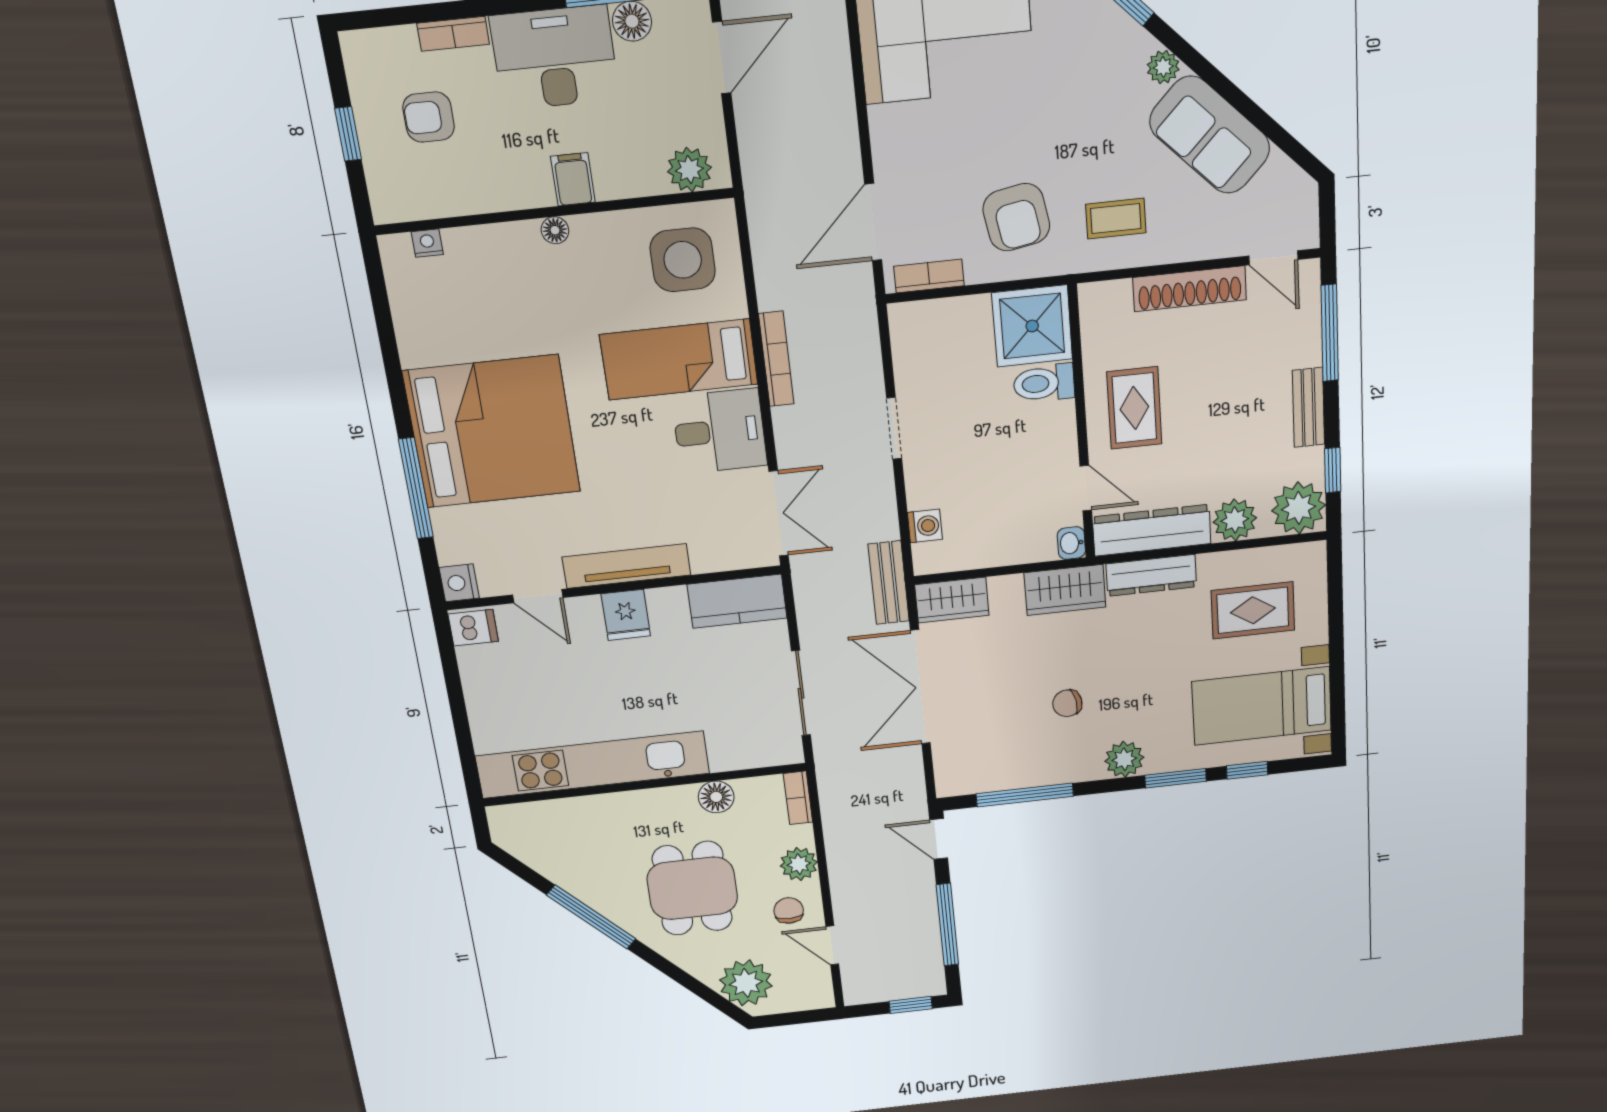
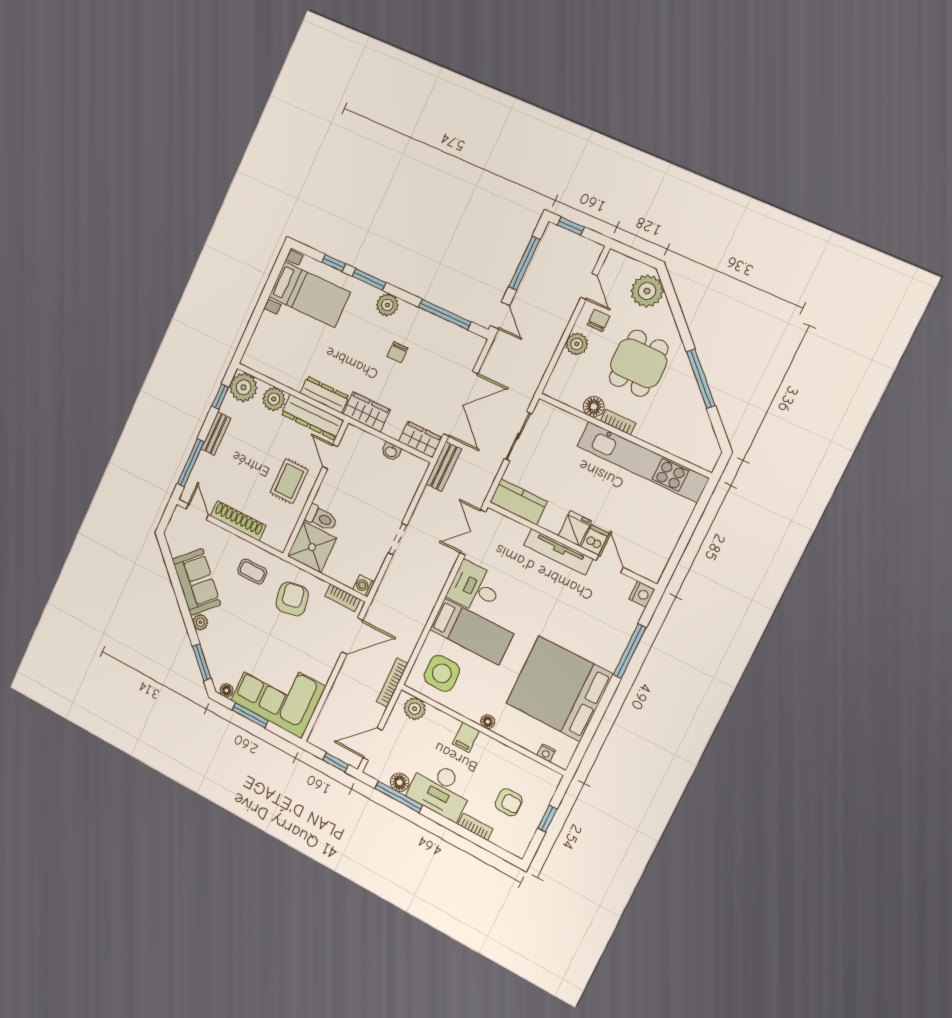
bookcase: (776, 359) -> (392, 682), moved
bed: (492, 432) -> (559, 689), moved
washing machine: (925, 526) -> (364, 586), moved
washbasin: (1071, 543) -> (391, 451), moved, turned 90
rug: (1253, 610) -> (289, 348), removed
dishwasher: (473, 628) -> (595, 540), moved, turned 90
chair: (1067, 703) -> (397, 352), turned 101
bookcase: (798, 798) -> (618, 422), moved, turned -90
chair: (789, 911) -> (598, 320), turned 180

